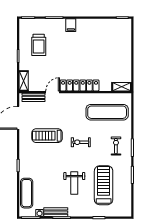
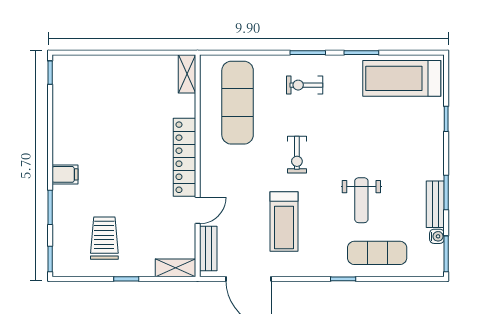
trolley: (39, 45) -> (104, 238), turned -90
door: (53, 92) -> (198, 210), swing flipped
weight bench: (74, 183) -> (361, 200), moved, turned 90
treadmill: (104, 185) -> (402, 78), moved
exercise mat: (27, 193) -> (377, 253), moved

